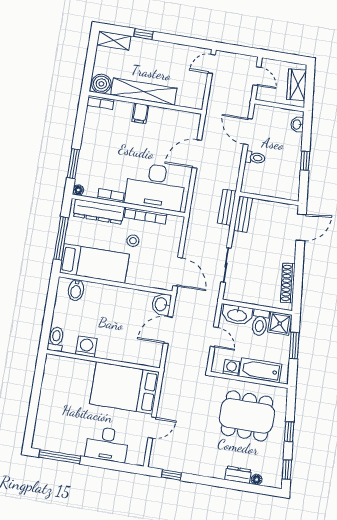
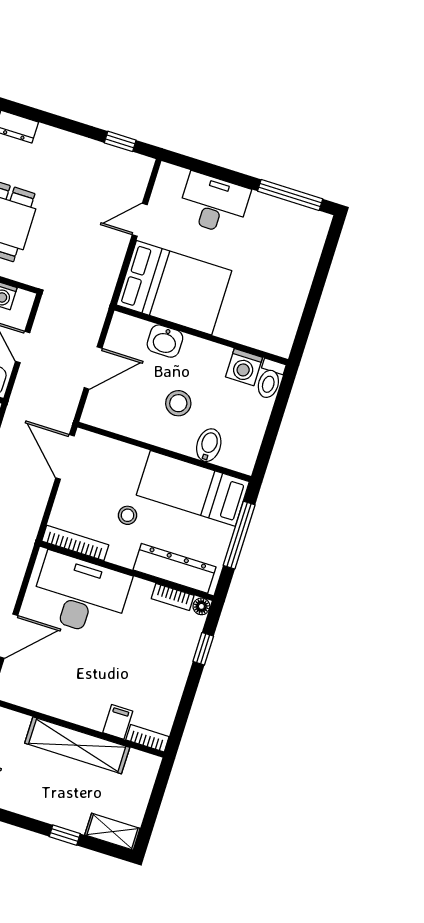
boiler: (101, 84) -> (142, 767), removed
filing cabinet: (140, 113) -> (118, 722), moved
window: (73, 164) -> (203, 649), width x0.67
bookcase: (111, 196) -> (173, 597), moved
bookcase: (145, 216) -> (75, 543), moved
bidet: (76, 290) -> (209, 445), moved
washbasin: (161, 304) -> (165, 341), moved, turned 90
stool: (111, 316) -> (178, 403), added
washing machine: (86, 347) -> (244, 367), moved

